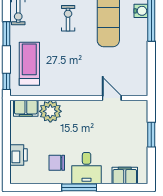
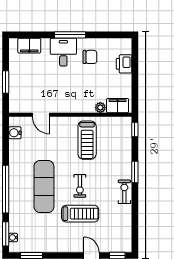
water cooler: (141, 11) -> (15, 133), moved
treadmill: (29, 64) -> (87, 140), moved
plant: (50, 111) -> (100, 108), width x0.53, depth x0.53

